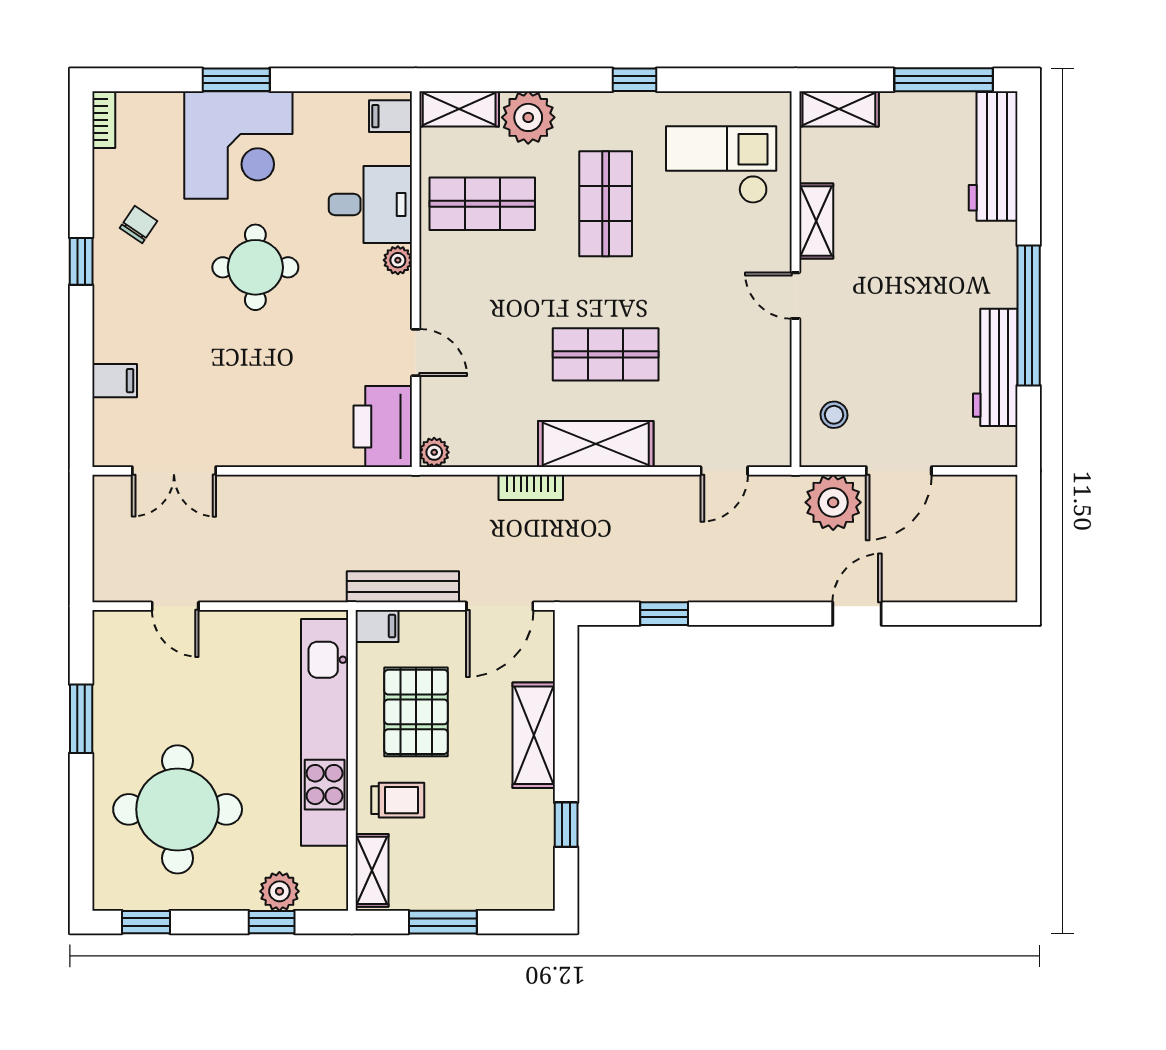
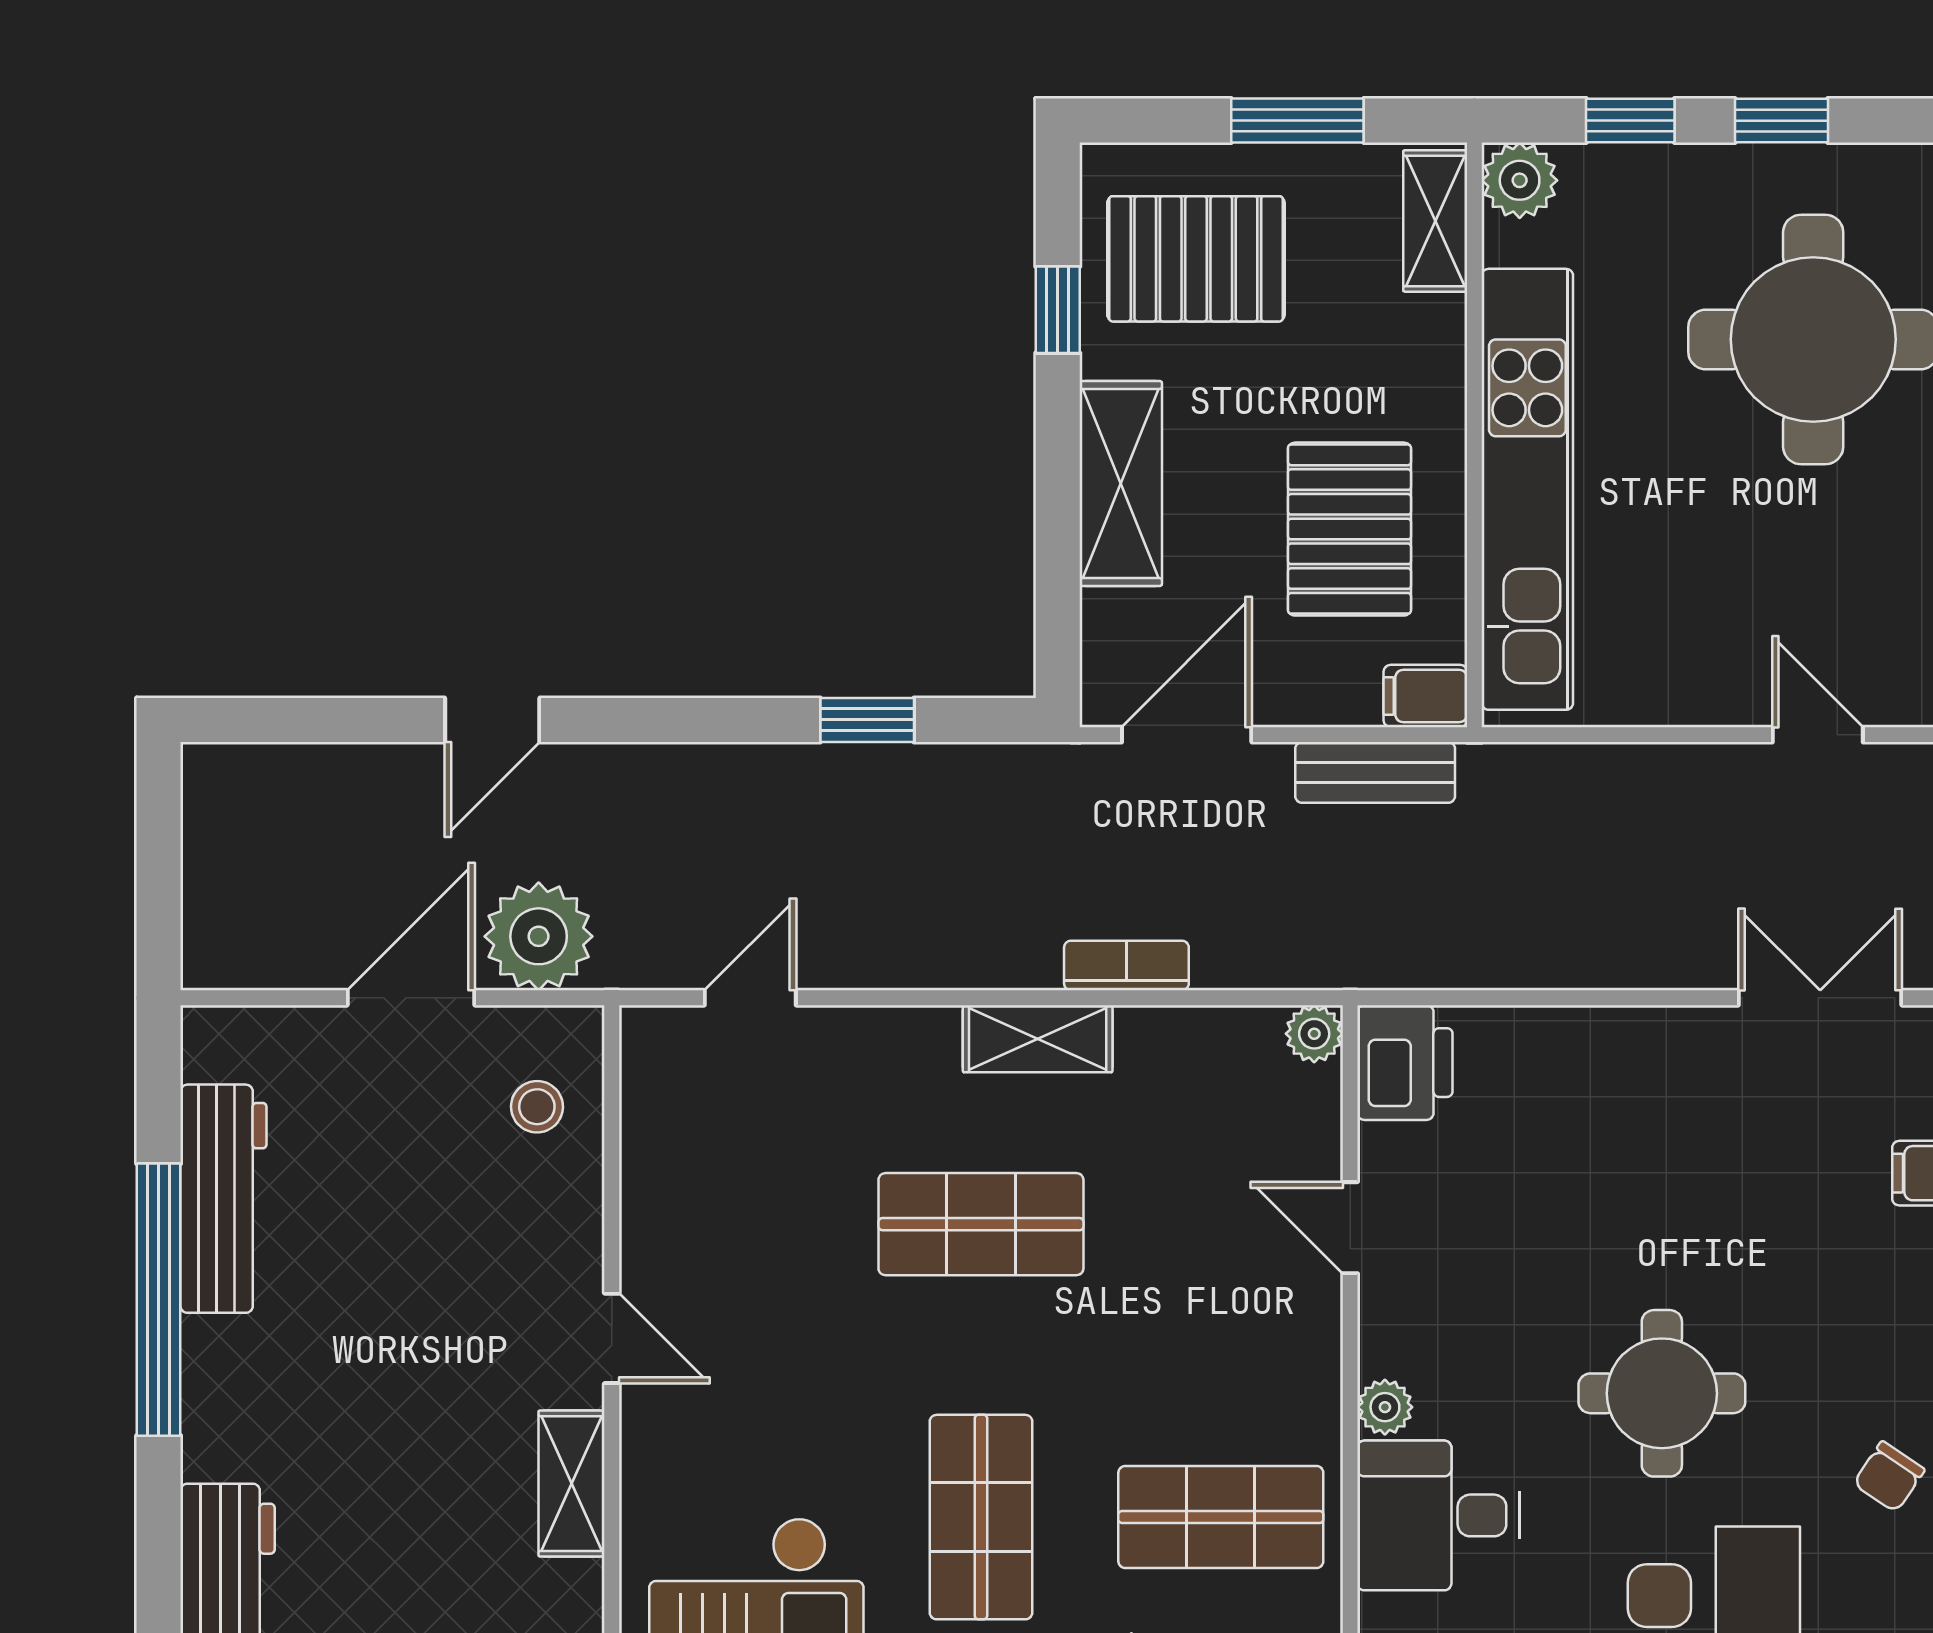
printer: (383, 426) -> (1405, 1063), width x0.73, depth x0.84
shelving: (596, 444) -> (1038, 1039), width x0.67, depth x0.75
bench: (403, 587) -> (1375, 772), width x0.73
trolley: (398, 800) -> (1385, 358), removed
pallet: (495, 851) -> (1196, 259), added
plant: (279, 891) -> (1520, 180), moved
window: (146, 922) -> (1781, 121), moved

